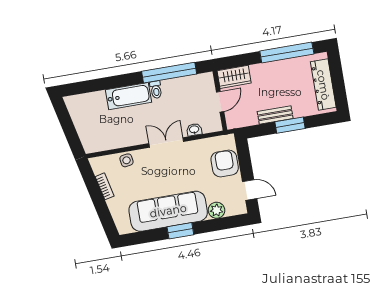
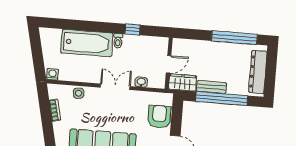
window: (169, 73) -> (132, 29), width x0.32
wardrobe: (234, 77) -> (183, 82), moved, turned 180
bathtub: (129, 96) -> (87, 43), width x1.36, depth x1.36
window: (290, 125) -> (222, 99), width x2.11
washing machine: (92, 146) -> (52, 74), added

